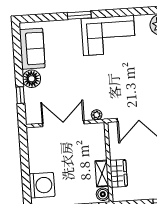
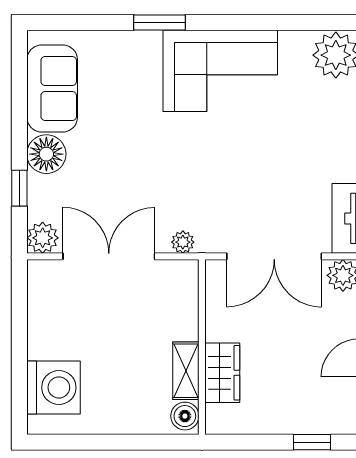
plant: (32, 117) -> (43, 238), added

